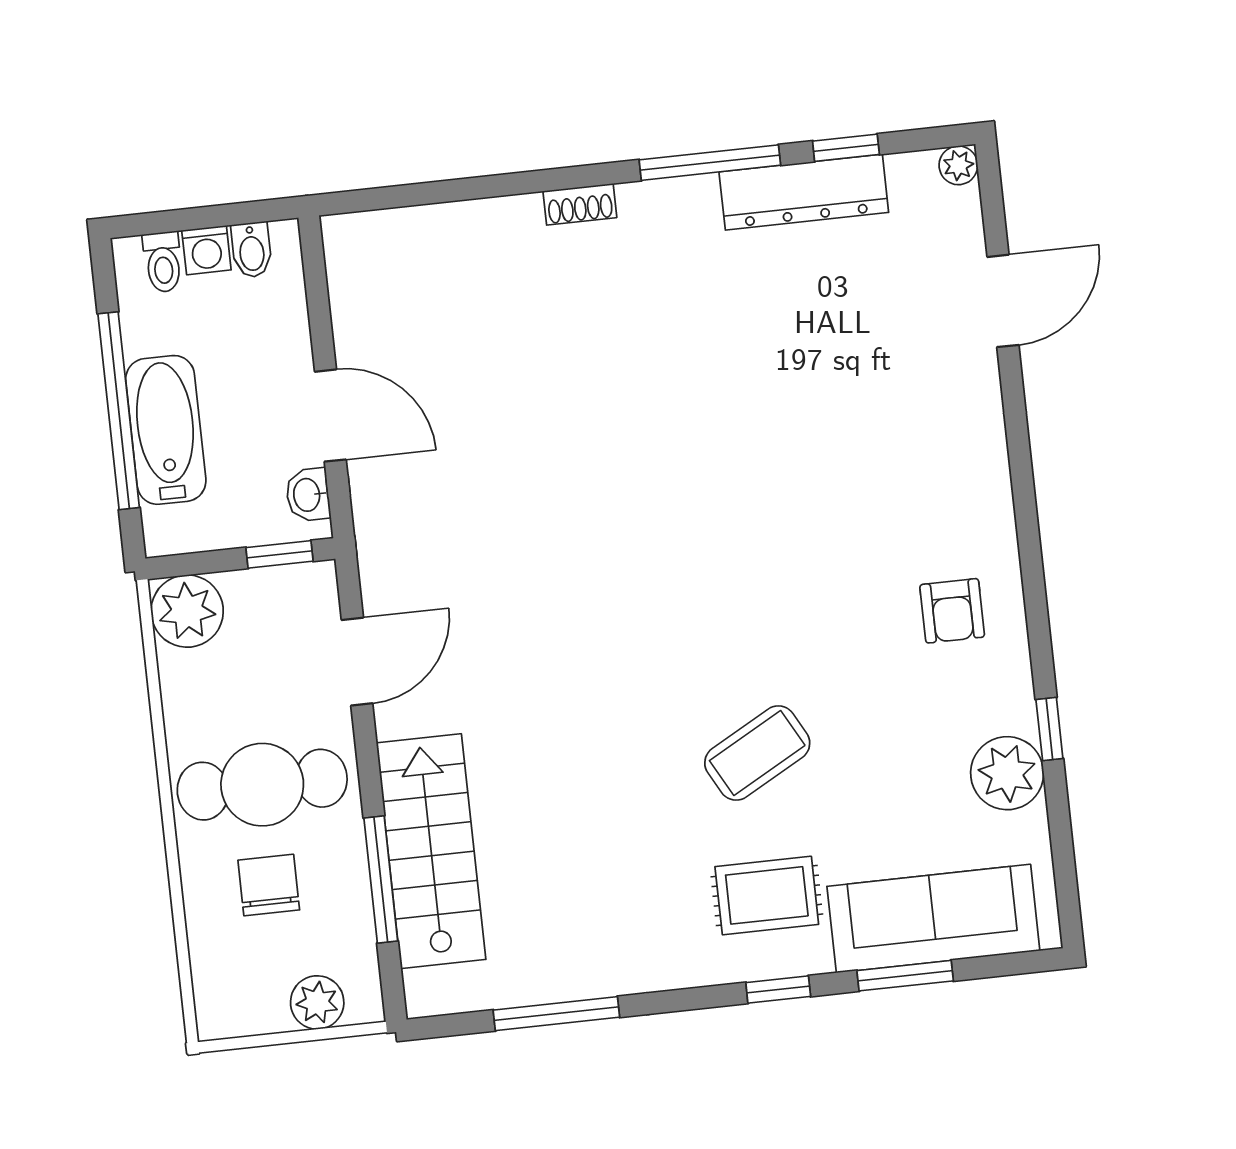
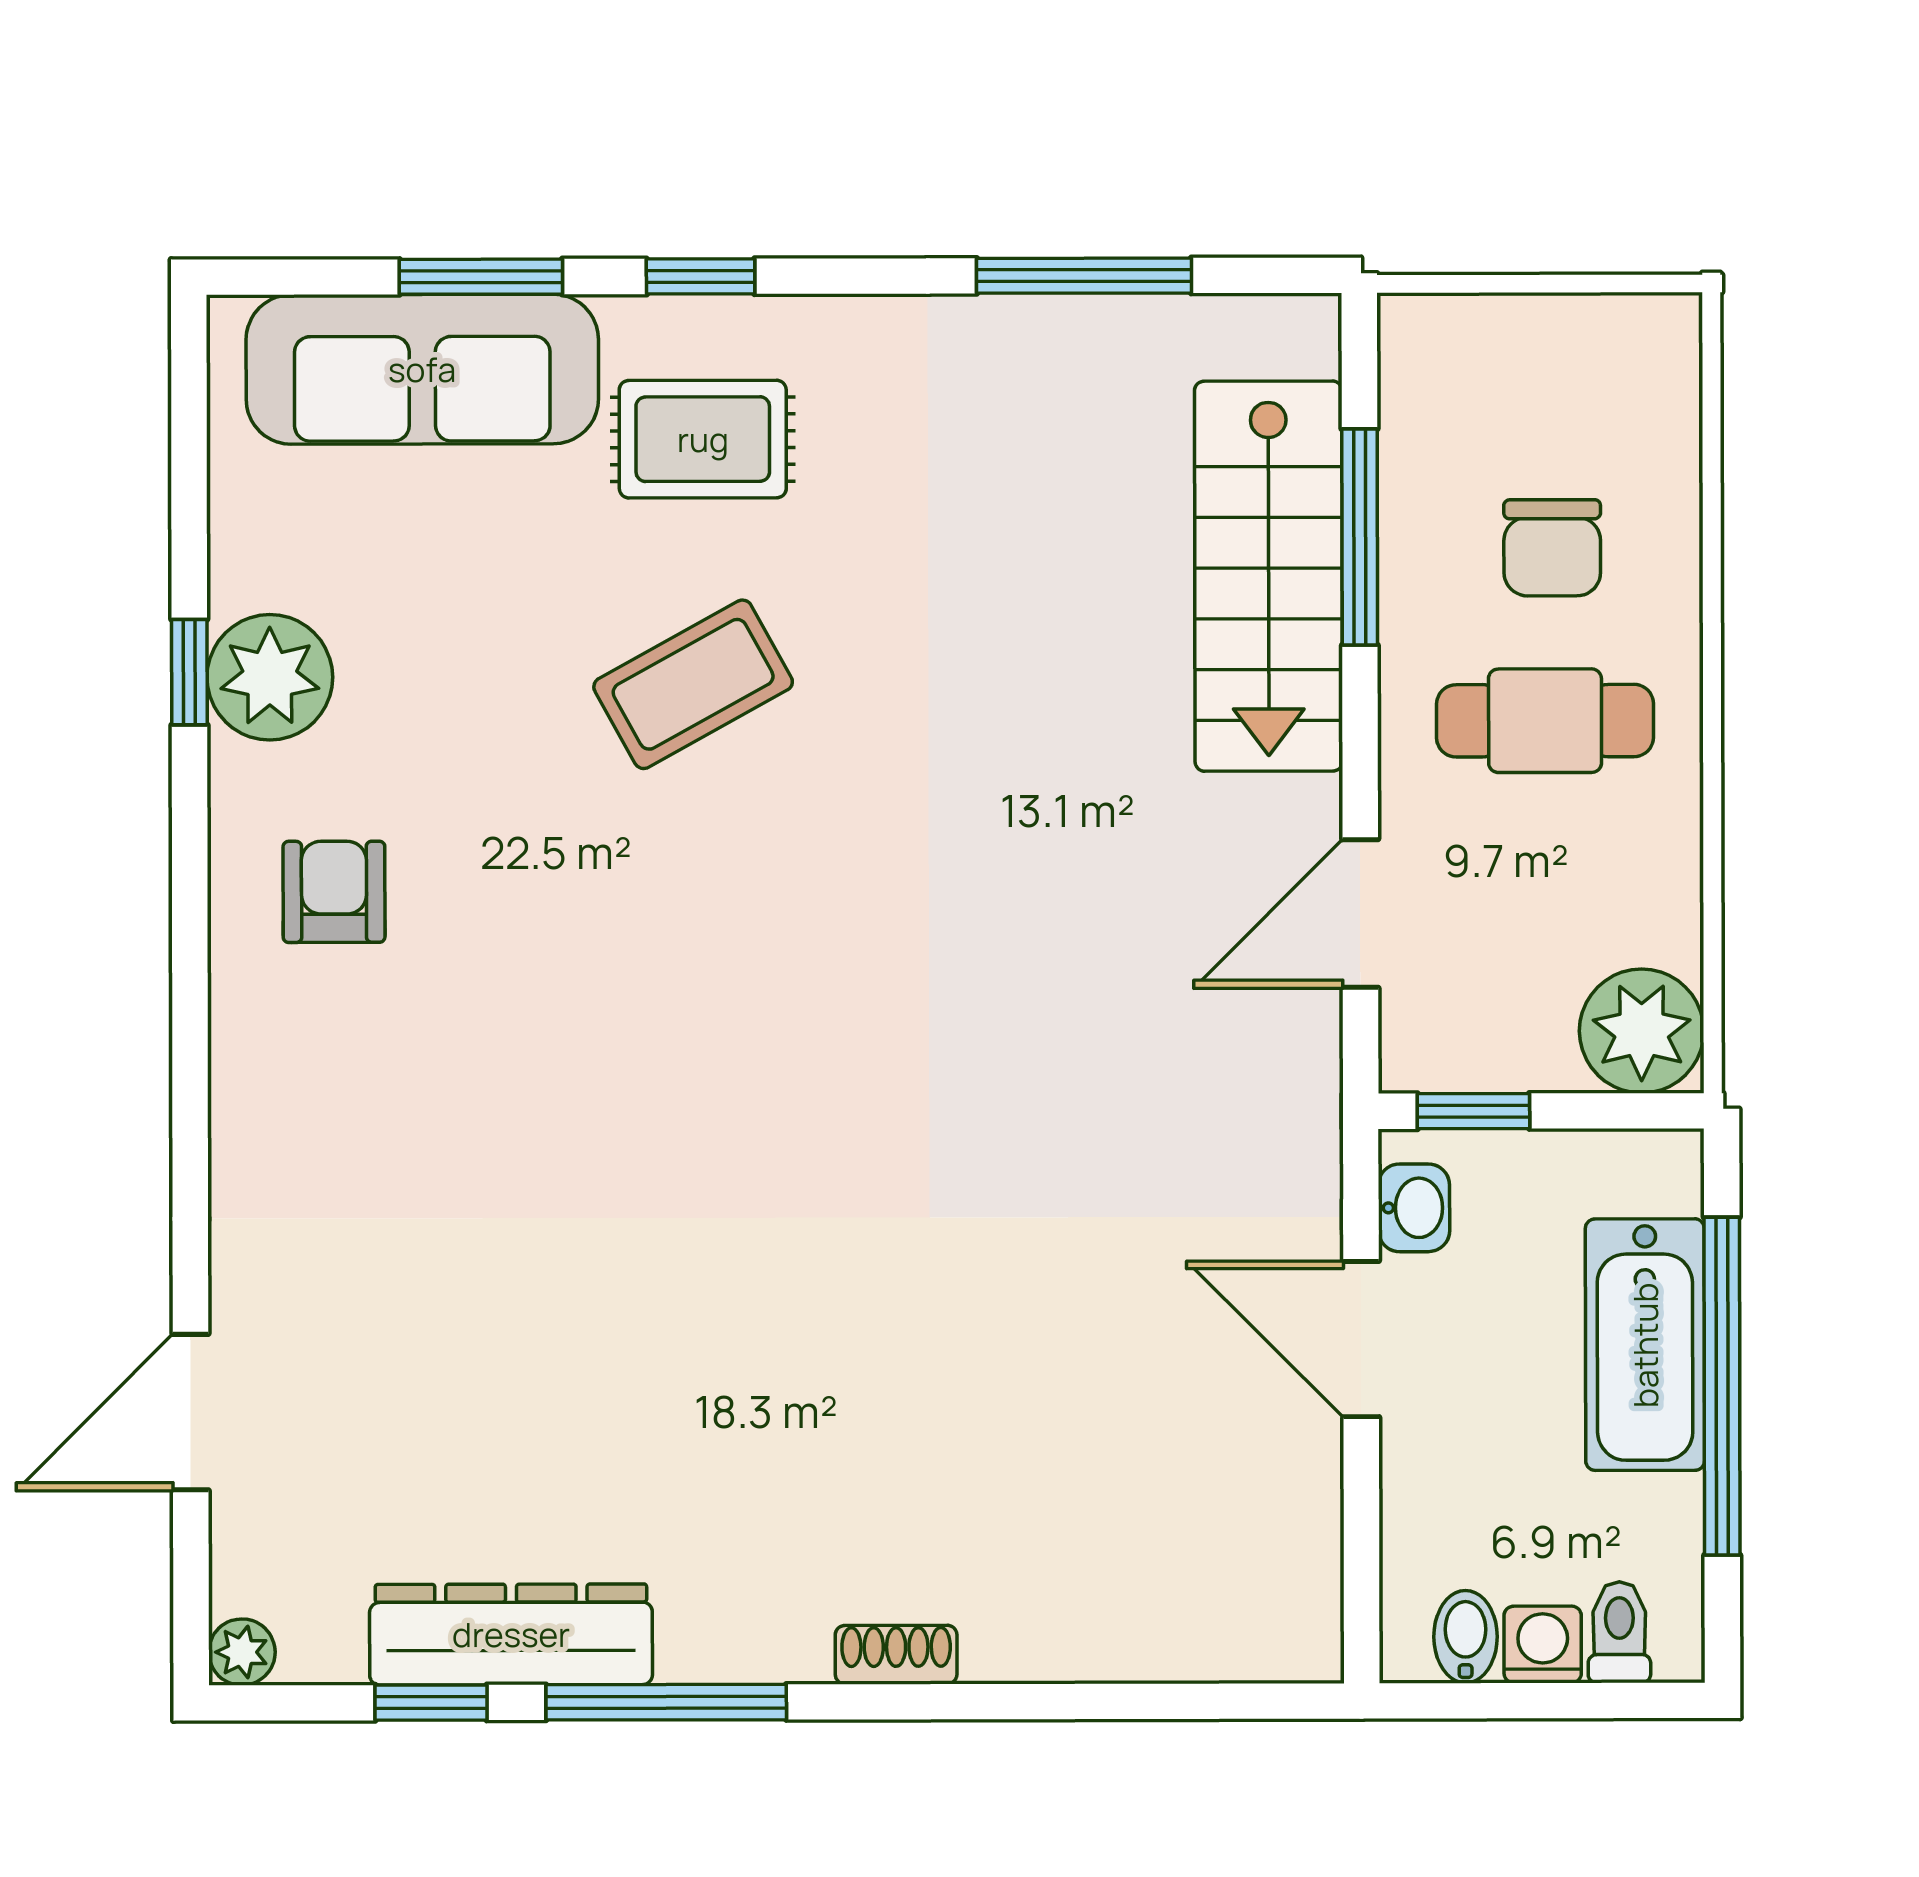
plant: (1007, 773) -> (270, 677), moved
cafe table: (262, 785) -> (1545, 721), width x0.73, depth x0.74
plant: (317, 1002) -> (1491, 338), removed

